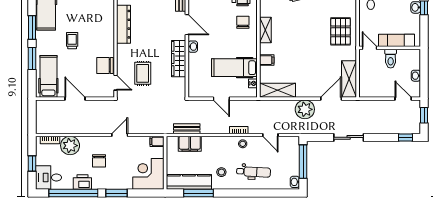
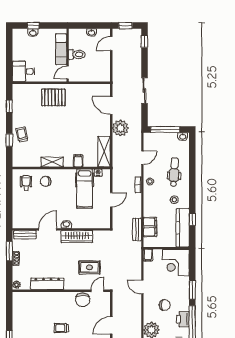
shelving: (349, 79) -> (94, 90), removed
window: (198, 193) -> (192, 220), width x0.46

